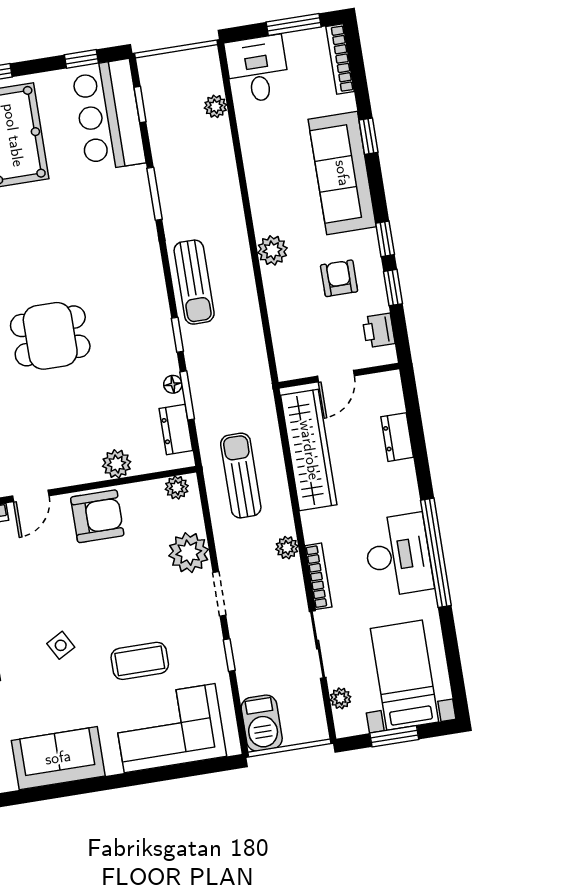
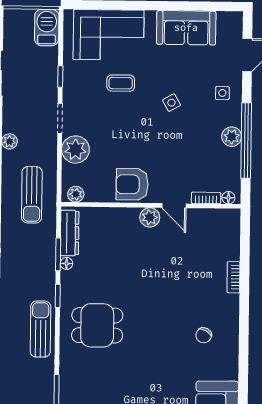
dining table: (50, 336) -> (97, 325), moved
dresser: (176, 429) -> (70, 233), width x1.44
plant: (117, 464) -> (150, 217), moved
door: (31, 496) -> (174, 206), swing flipped
coffee table: (140, 661) -> (121, 83), width x0.73, depth x0.77

